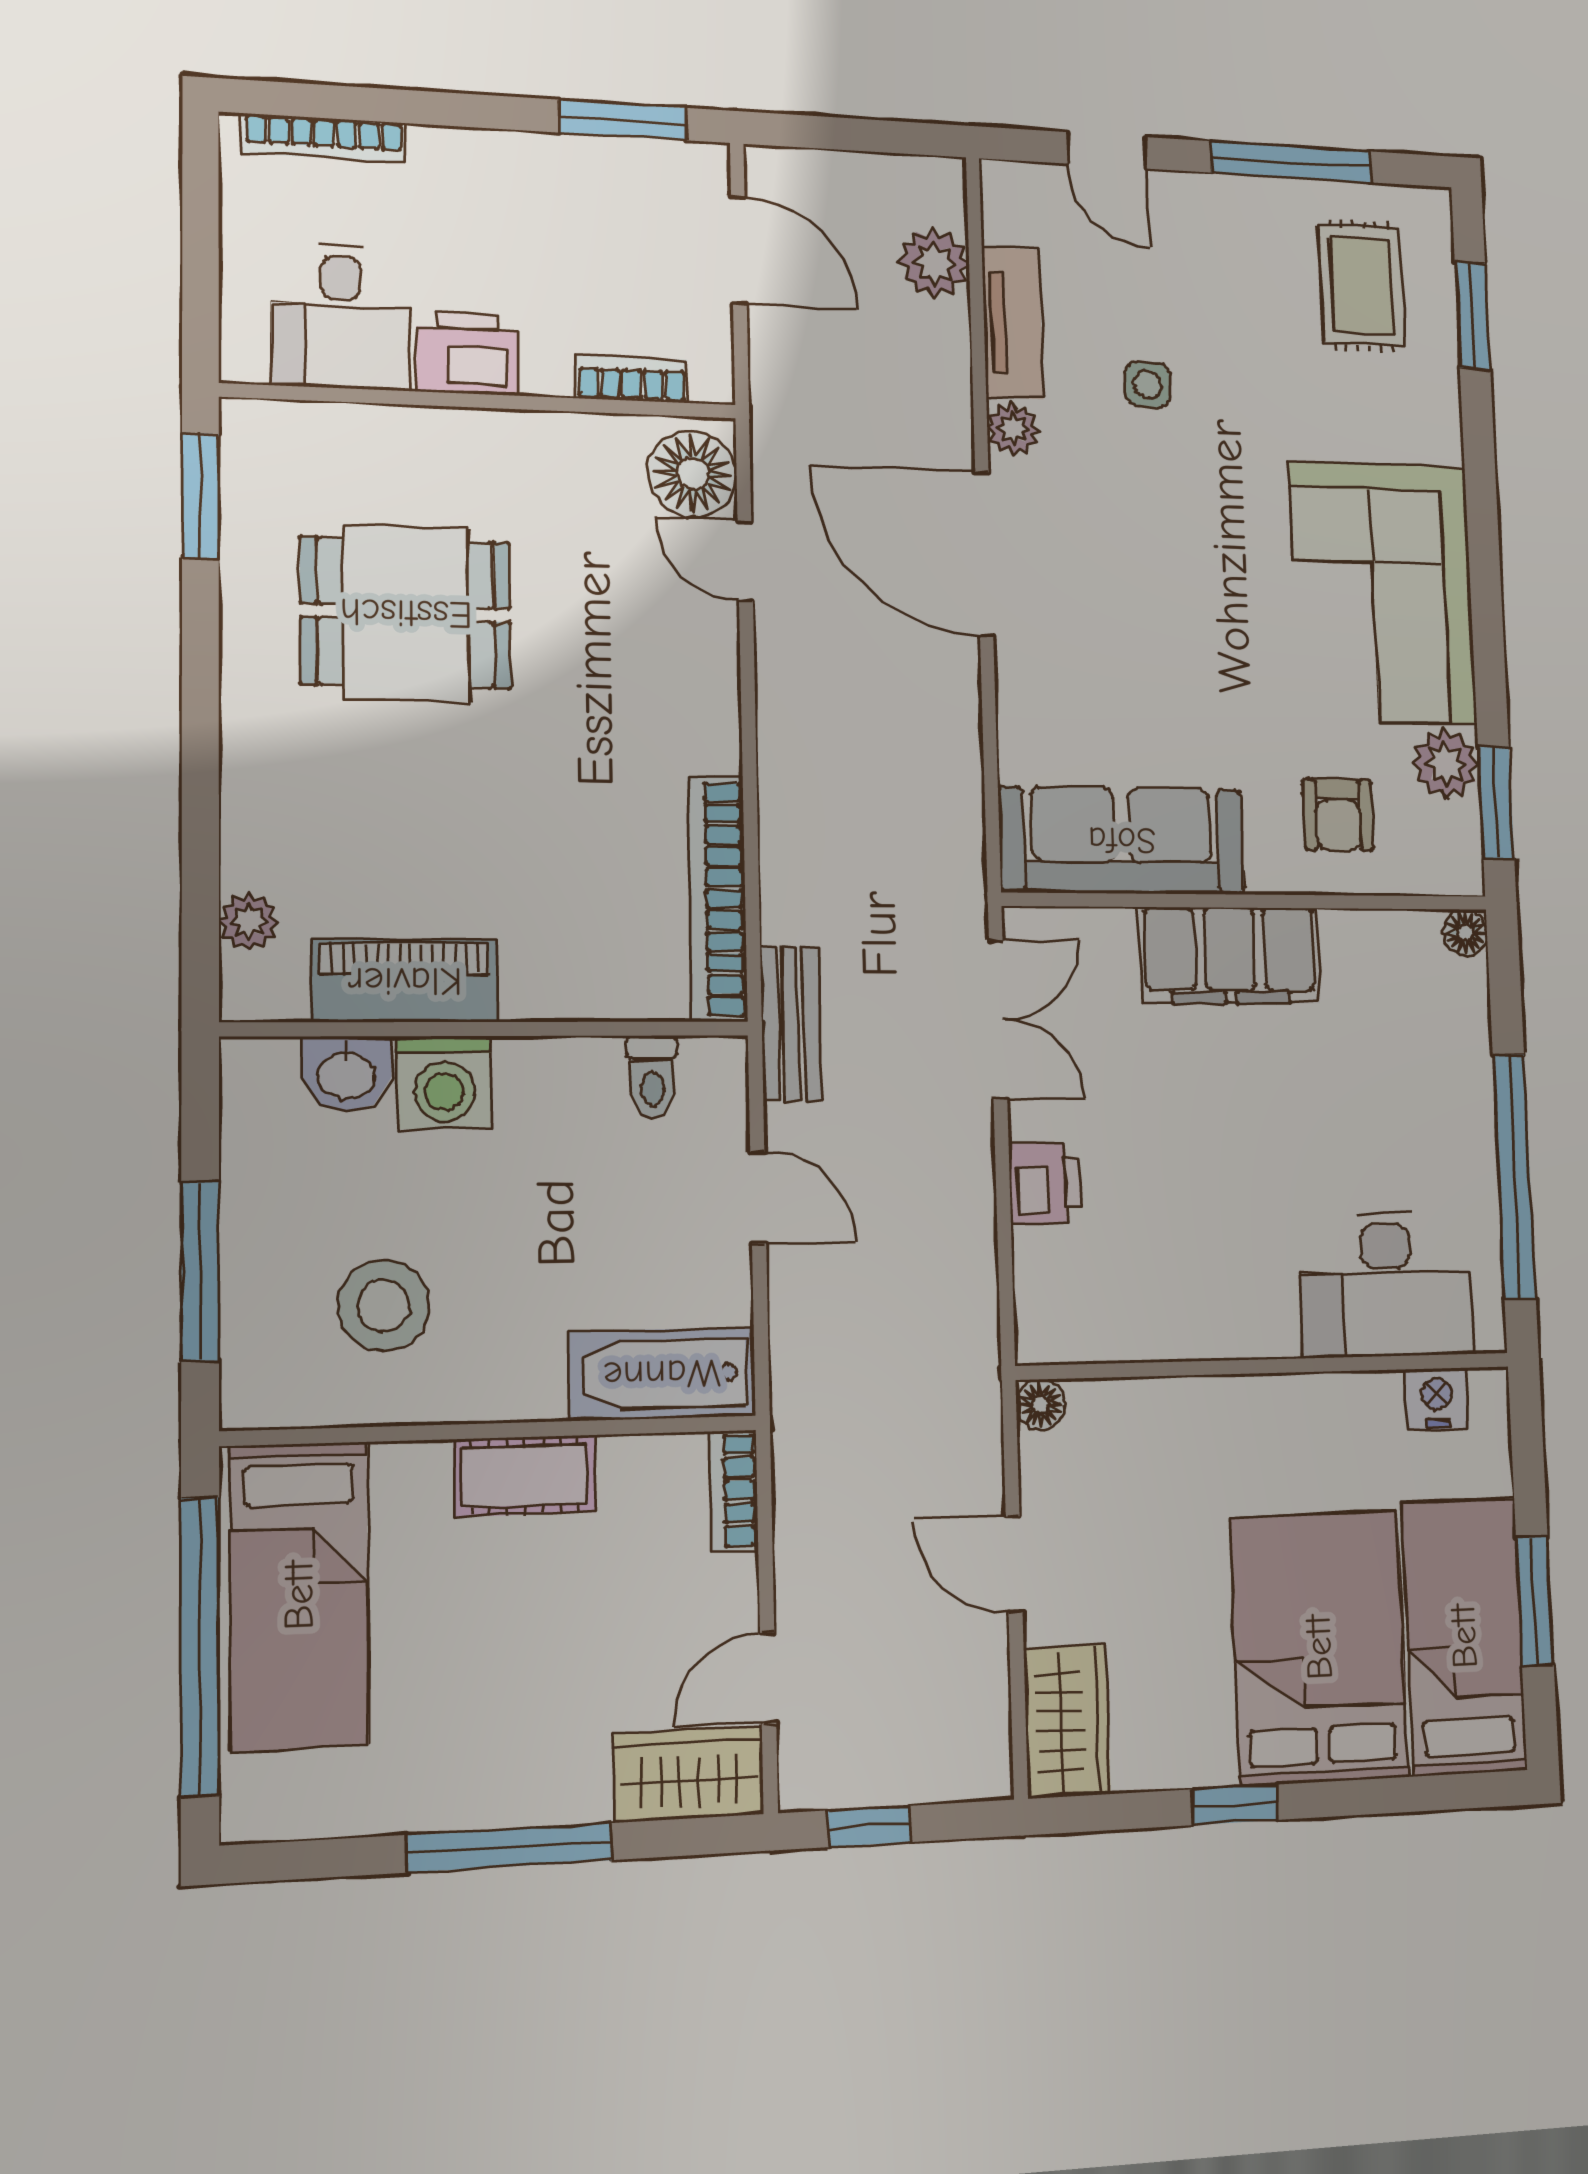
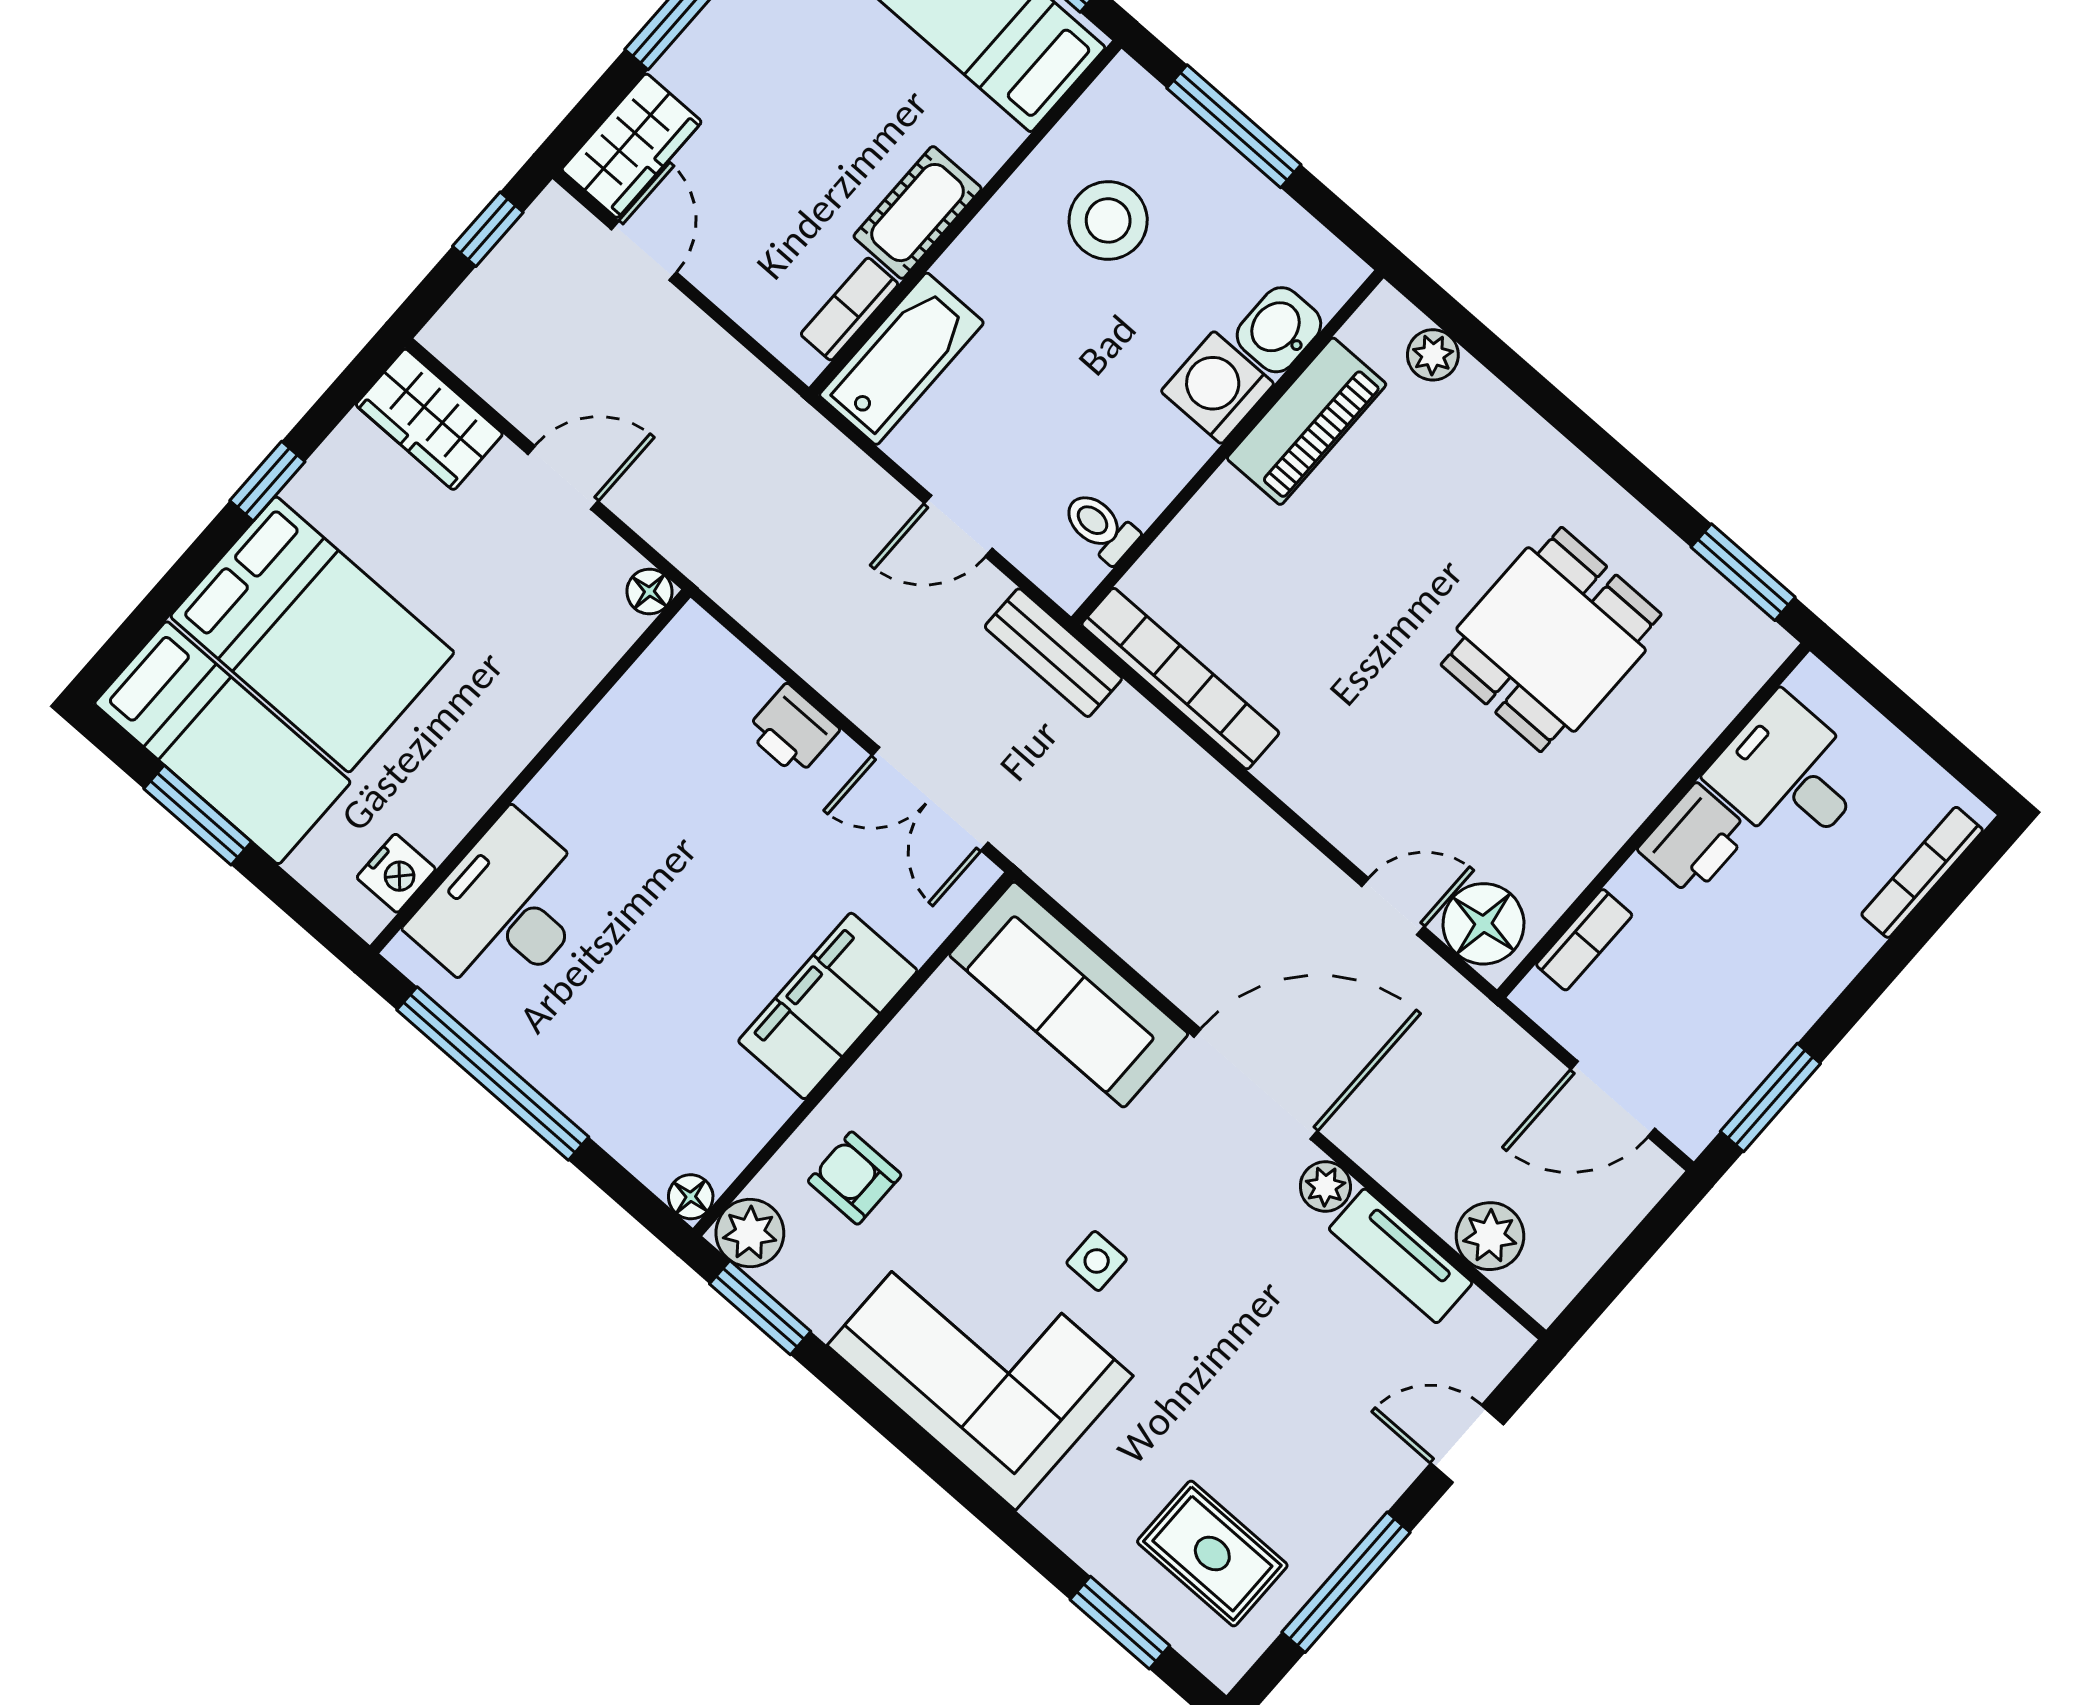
side table: (1148, 384) -> (1097, 1261), moved
plant: (1446, 764) -> (750, 1233), moved
sofa: (1122, 840) -> (1069, 994), moved, turned 90
bookcase: (734, 1490) -> (849, 309), moved, turned -90

